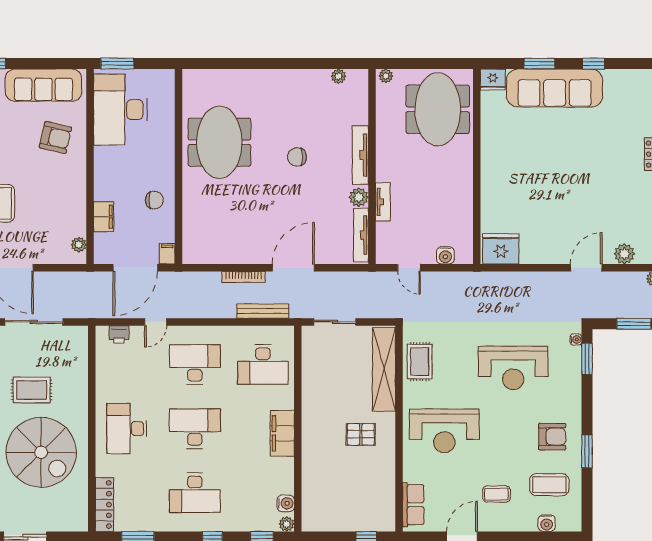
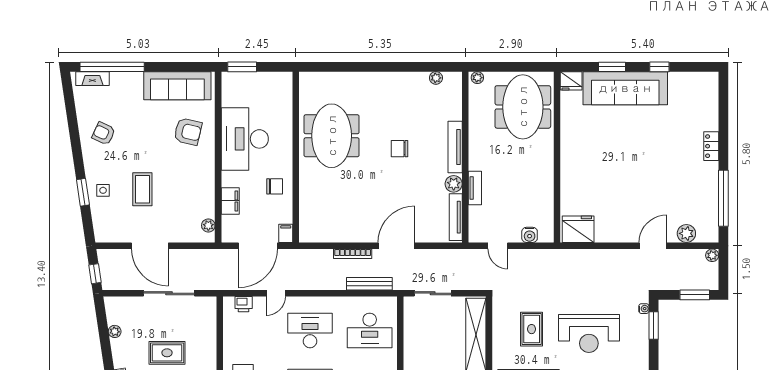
desk: (120, 110) -> (245, 139), moved
rug: (420, 362) -> (532, 329), moved

